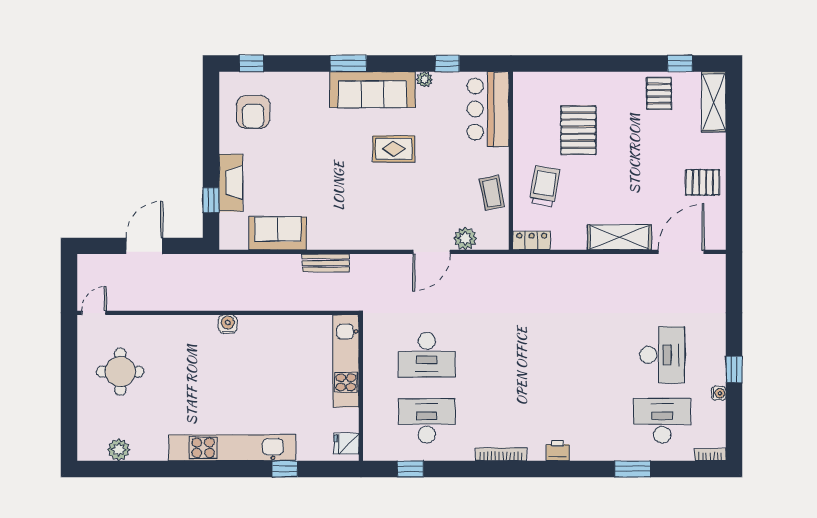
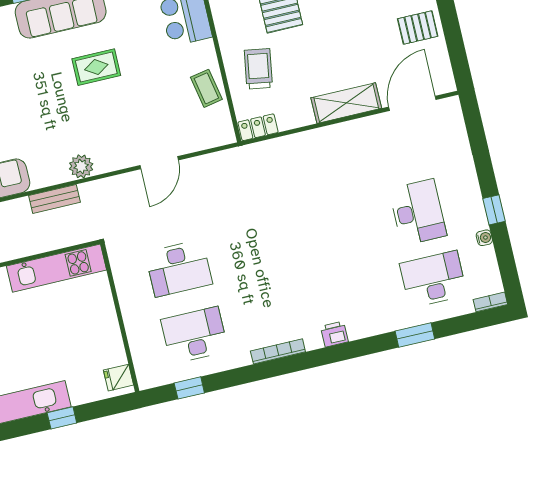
plant: (465, 238) -> (81, 166), moved
kitchen unit: (346, 361) -> (57, 268), moved, turned -90

